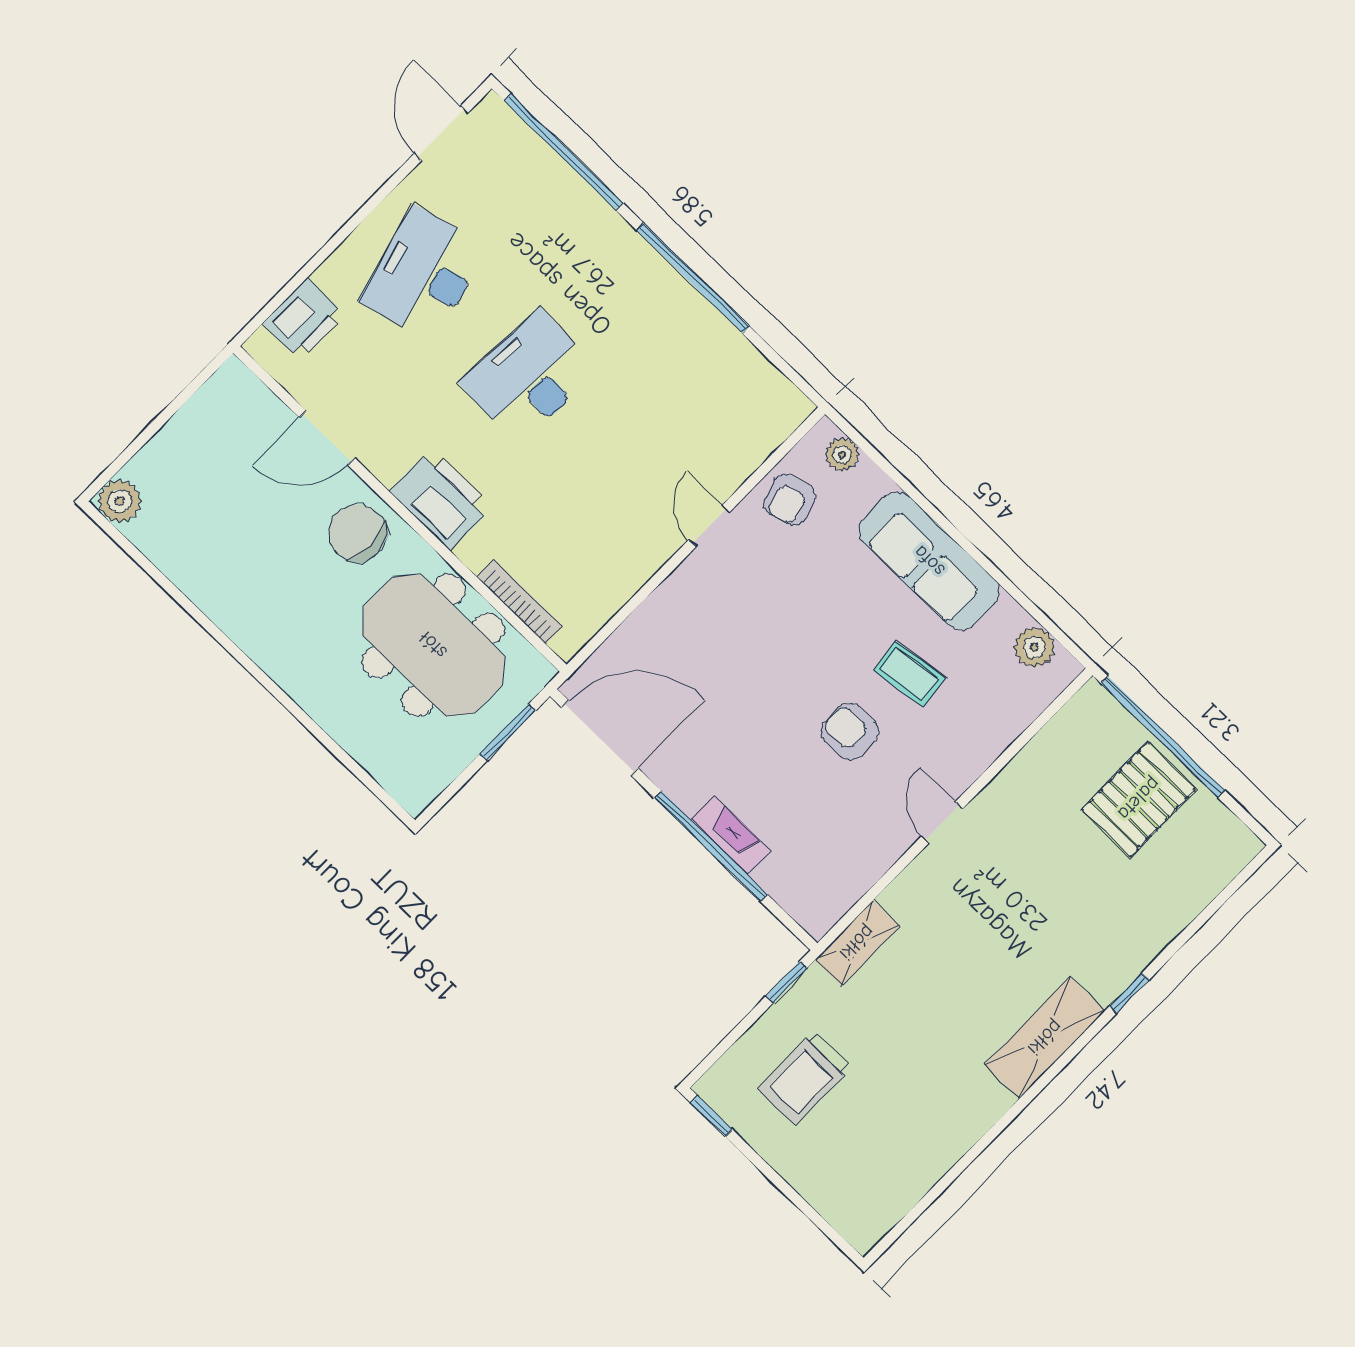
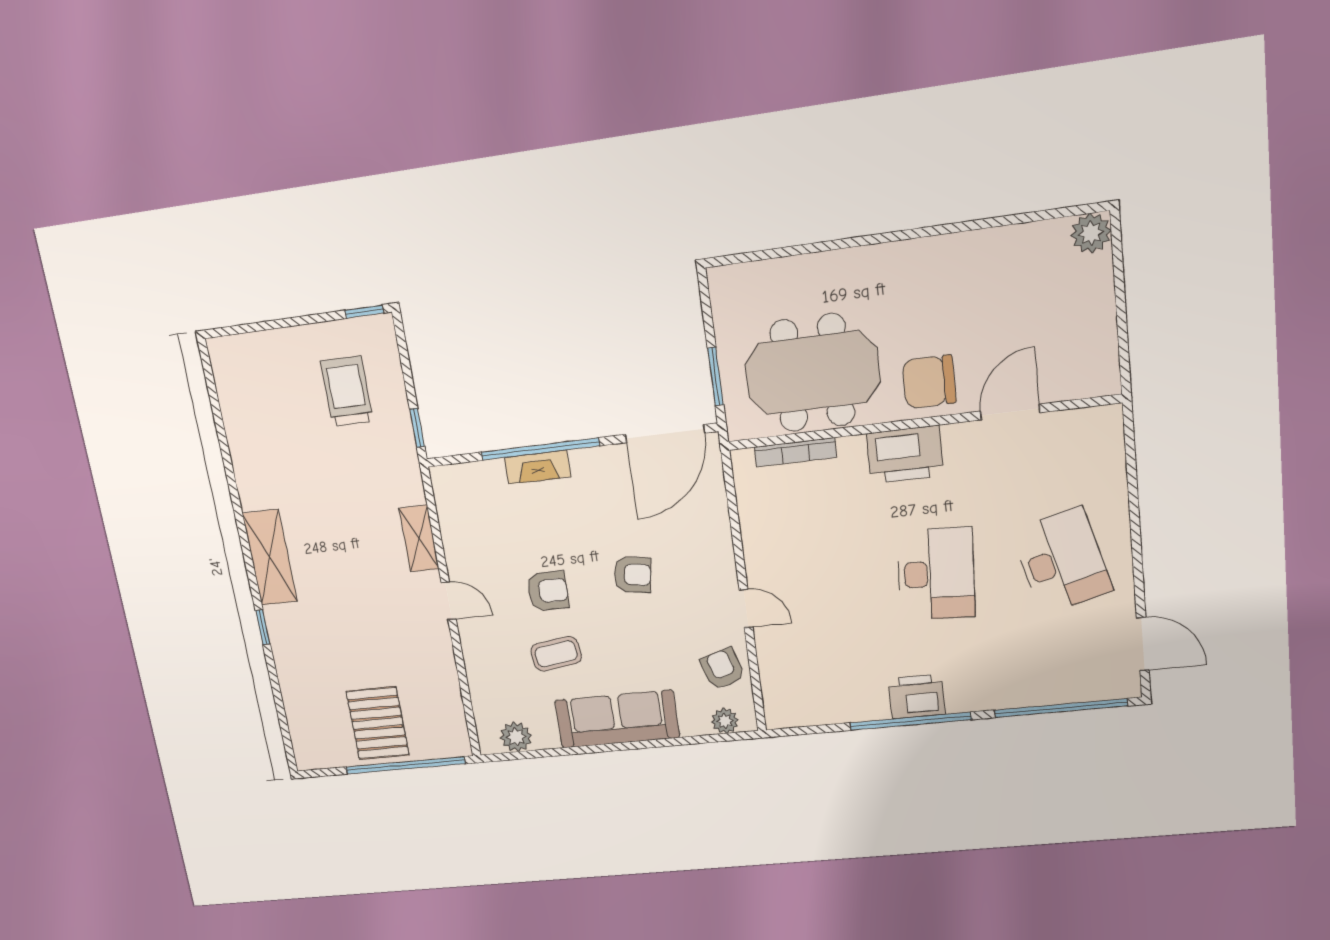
printer: (304, 319) -> (917, 697), moved, turned 90
chair: (358, 533) -> (929, 382), turned 180
armchair: (765, 662) -> (633, 574), added
shelving: (857, 943) -> (419, 539), moved

